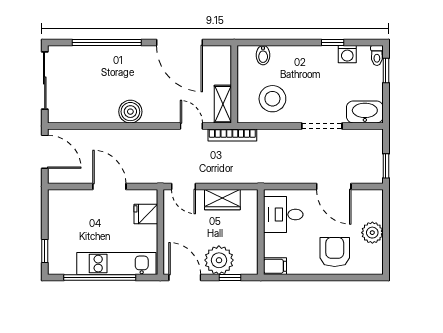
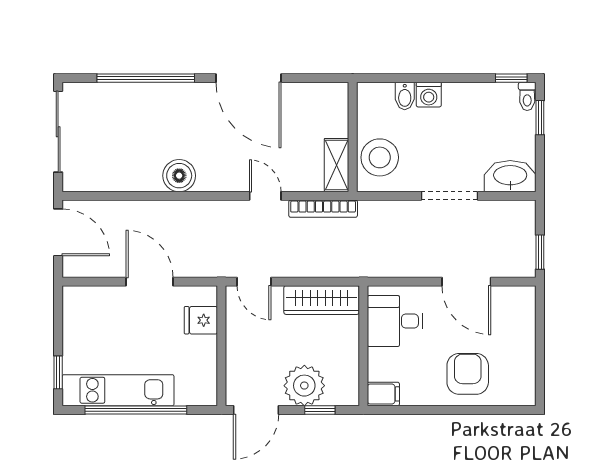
window: (333, 43) -> (511, 78), moved
washing machine: (347, 54) -> (429, 95), moved
bidet: (263, 55) -> (405, 96), moved
wall: (234, 84) -> (353, 137), moved
shelving: (223, 104) -> (337, 165), moved
wardrobe: (222, 200) -> (321, 300), width x1.50
plant: (372, 233) -> (521, 347), removed
kitchen unit: (116, 264) -> (118, 390), moved
door: (185, 278) -> (256, 410), swing flipped

